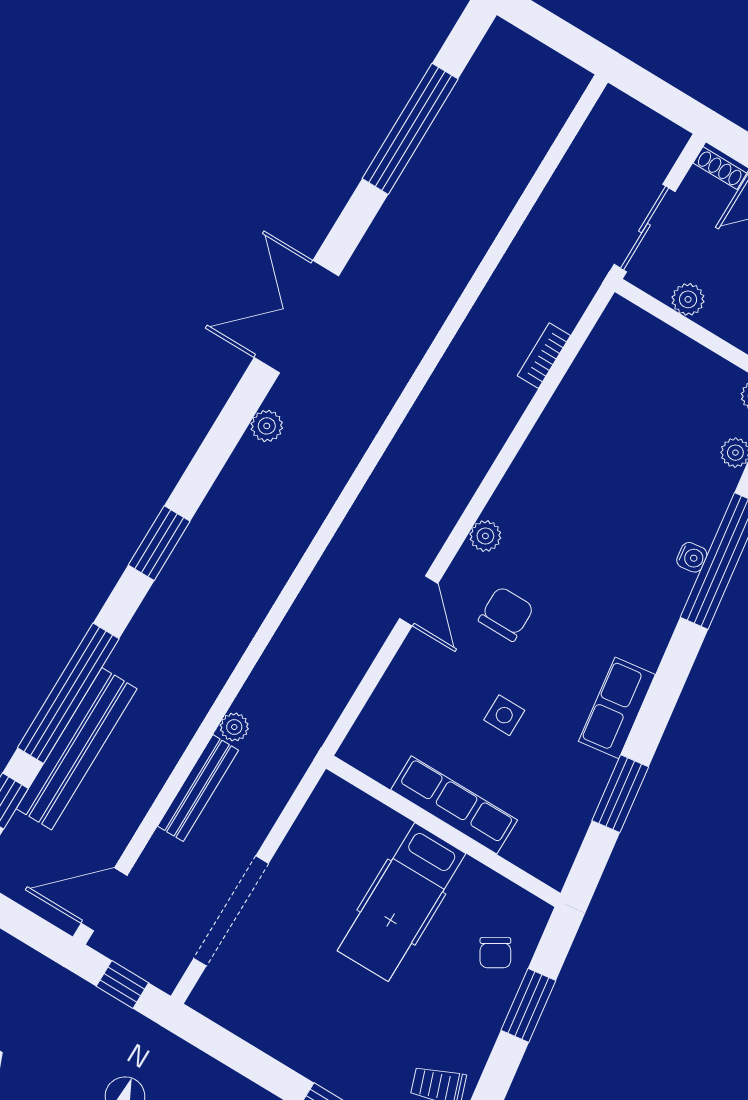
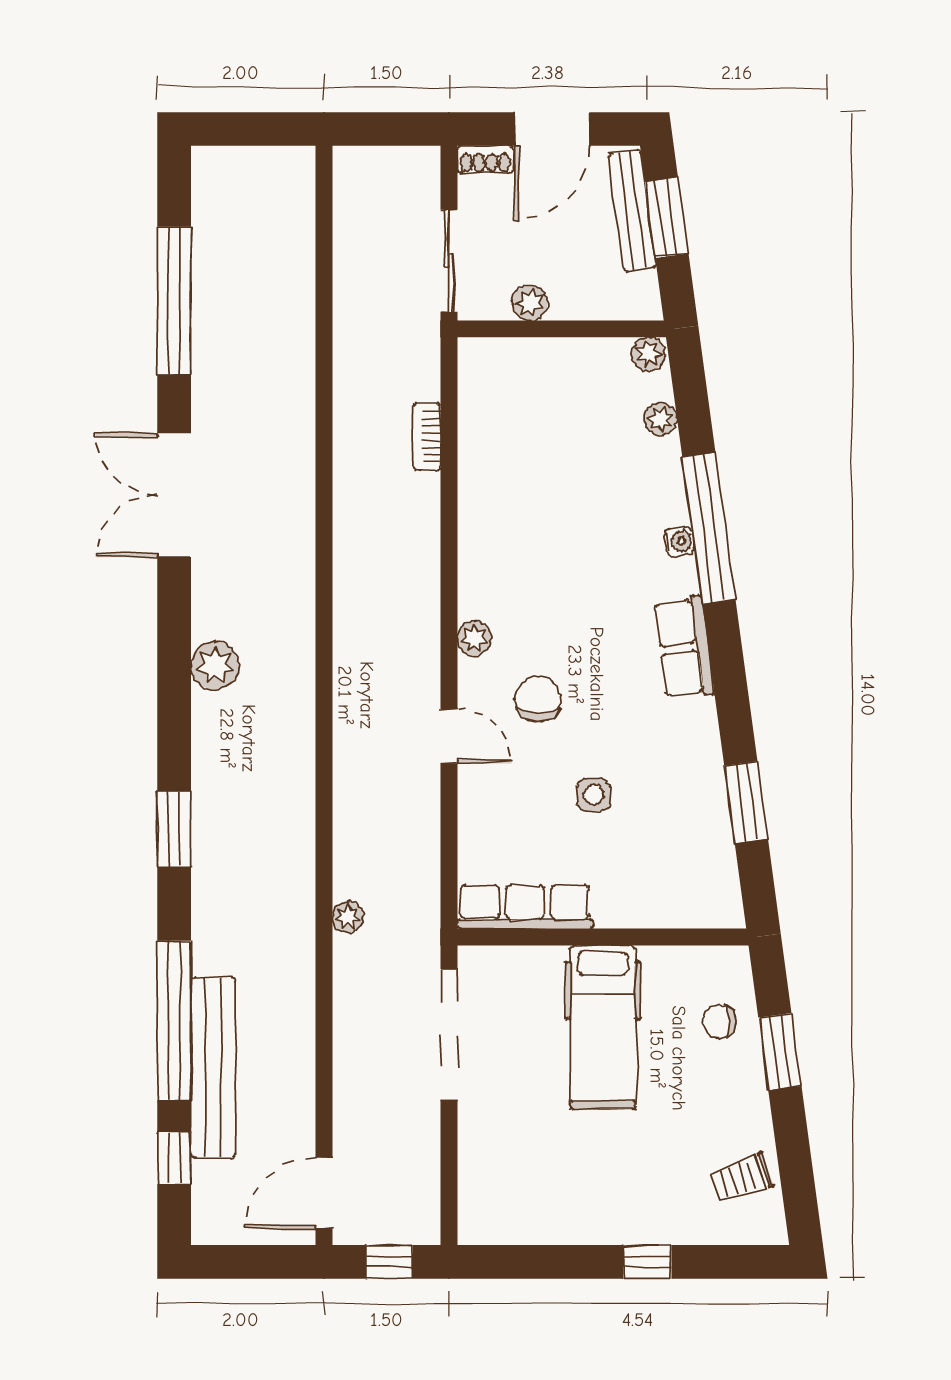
double door: (296, 317) -> (174, 495), moved
plant: (267, 426) -> (215, 665), width x1.38, depth x1.38
row of seats: (617, 708) -> (684, 648), moved
plant: (234, 727) -> (348, 917), moved
bench: (198, 788) -> (349, 1036), removed
row of seats: (454, 805) -> (525, 907), moved
doorway: (231, 911) -> (449, 1034), moved
chair: (495, 953) -> (719, 1021), turned 121

